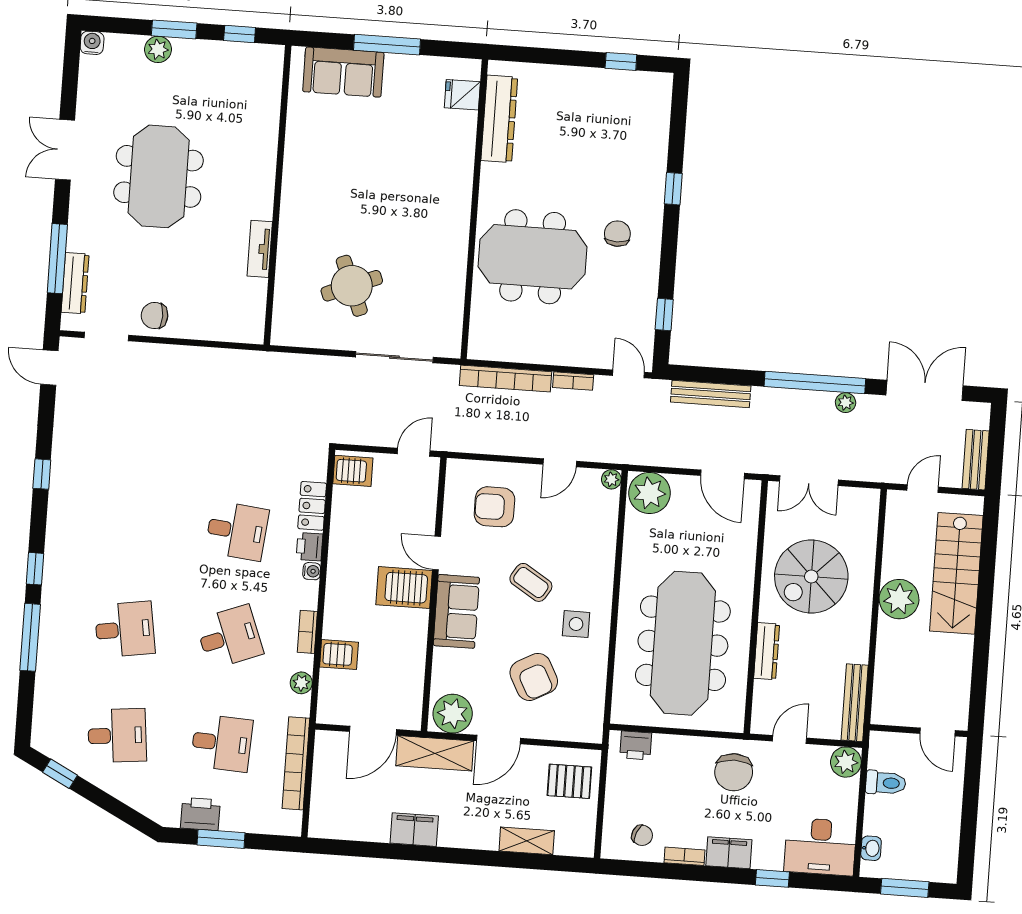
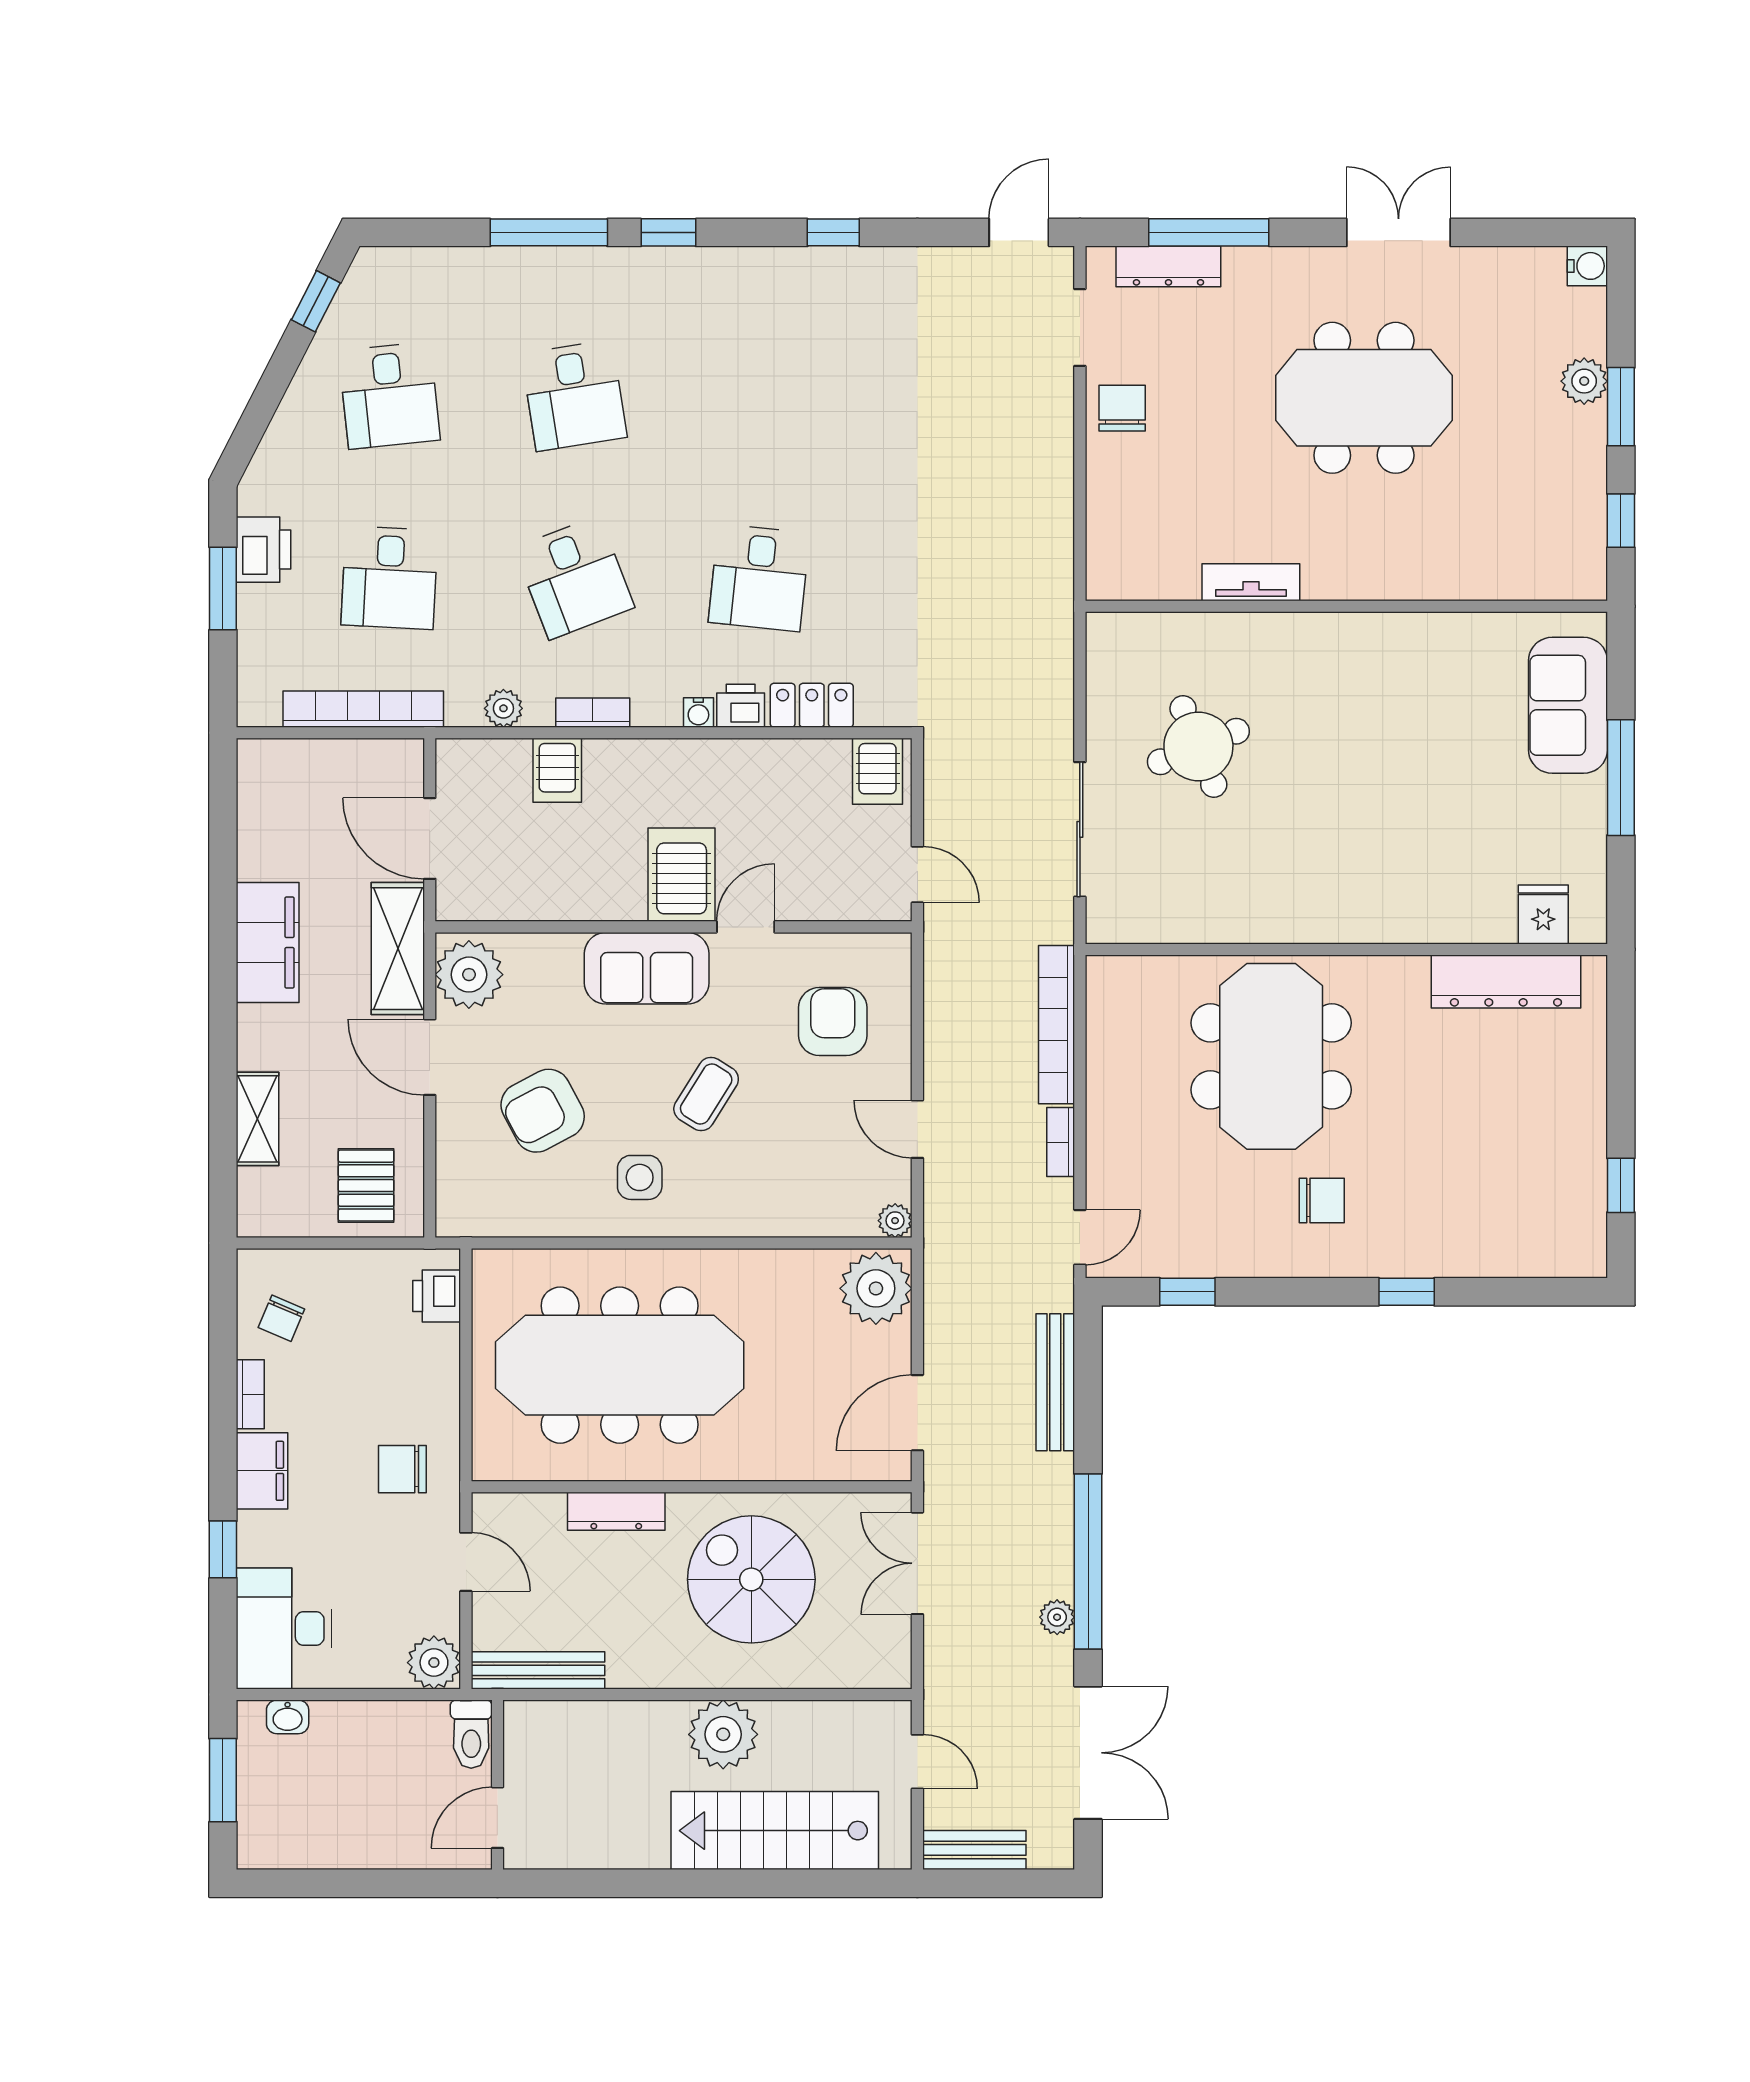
chair: (734, 772) -> (402, 1469), width x0.73, depth x0.73
toilet: (886, 783) -> (471, 1734), moved
filing cabinet: (414, 830) -> (268, 943), width x1.50, depth x1.17

